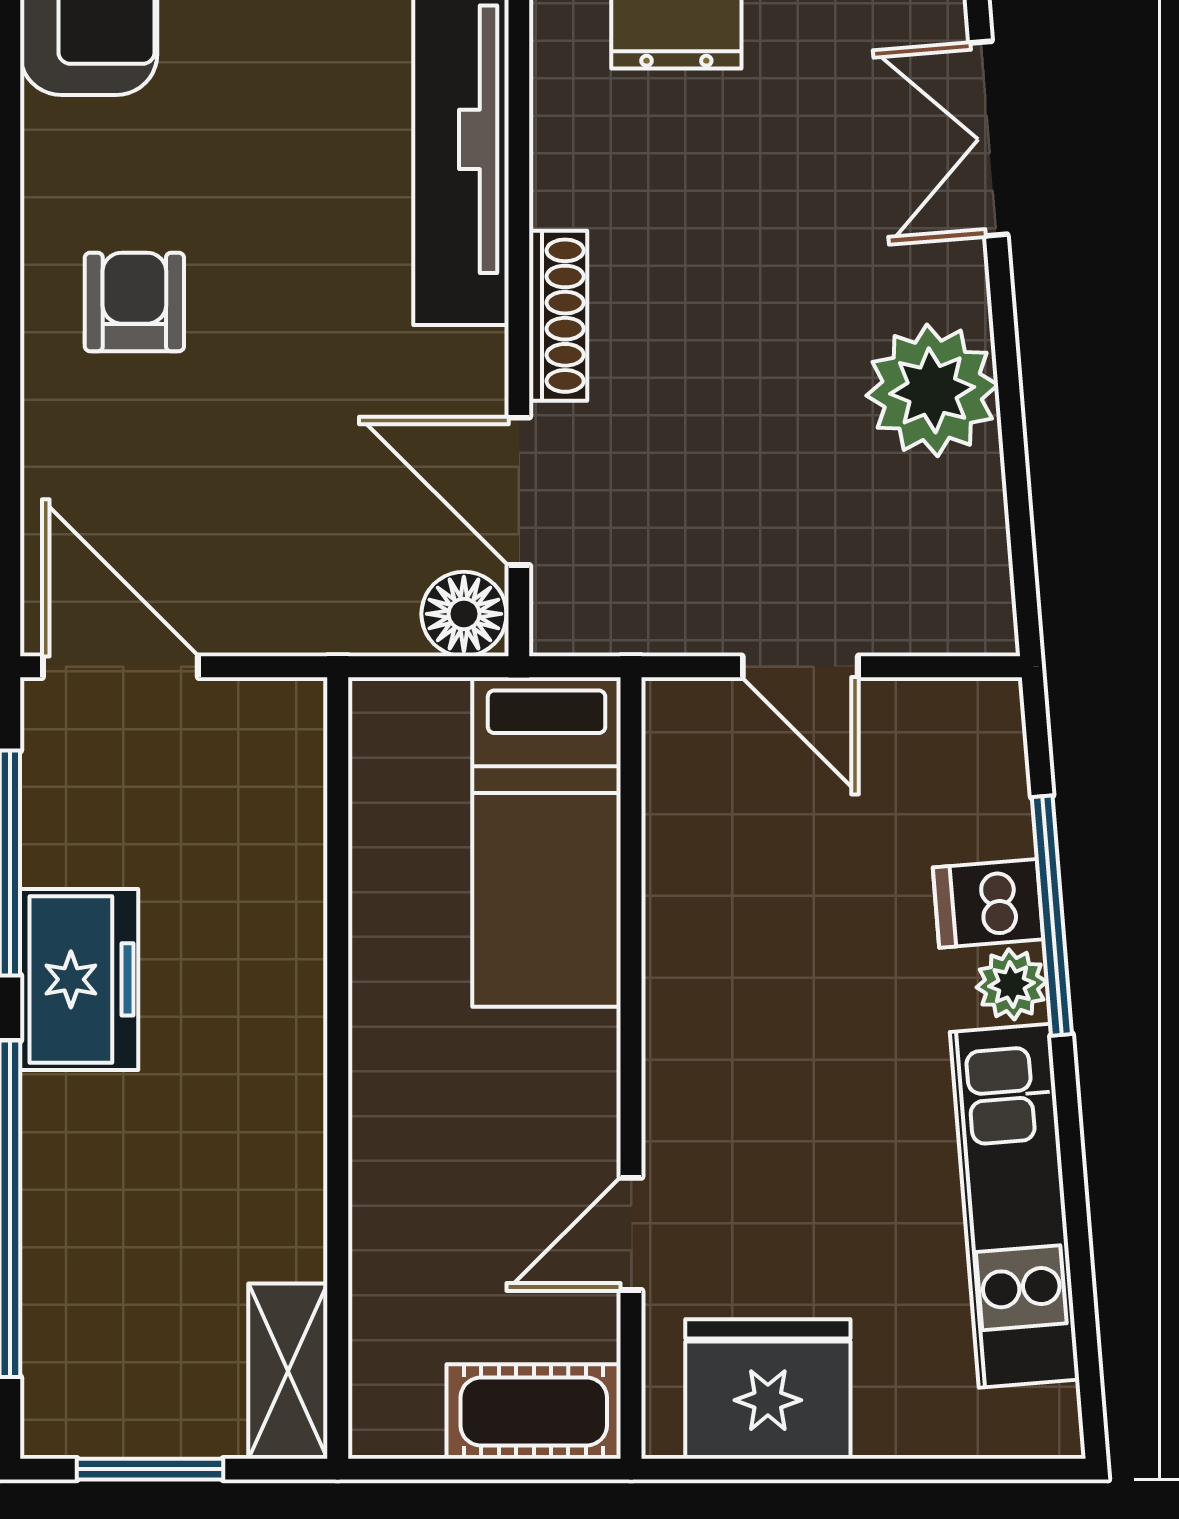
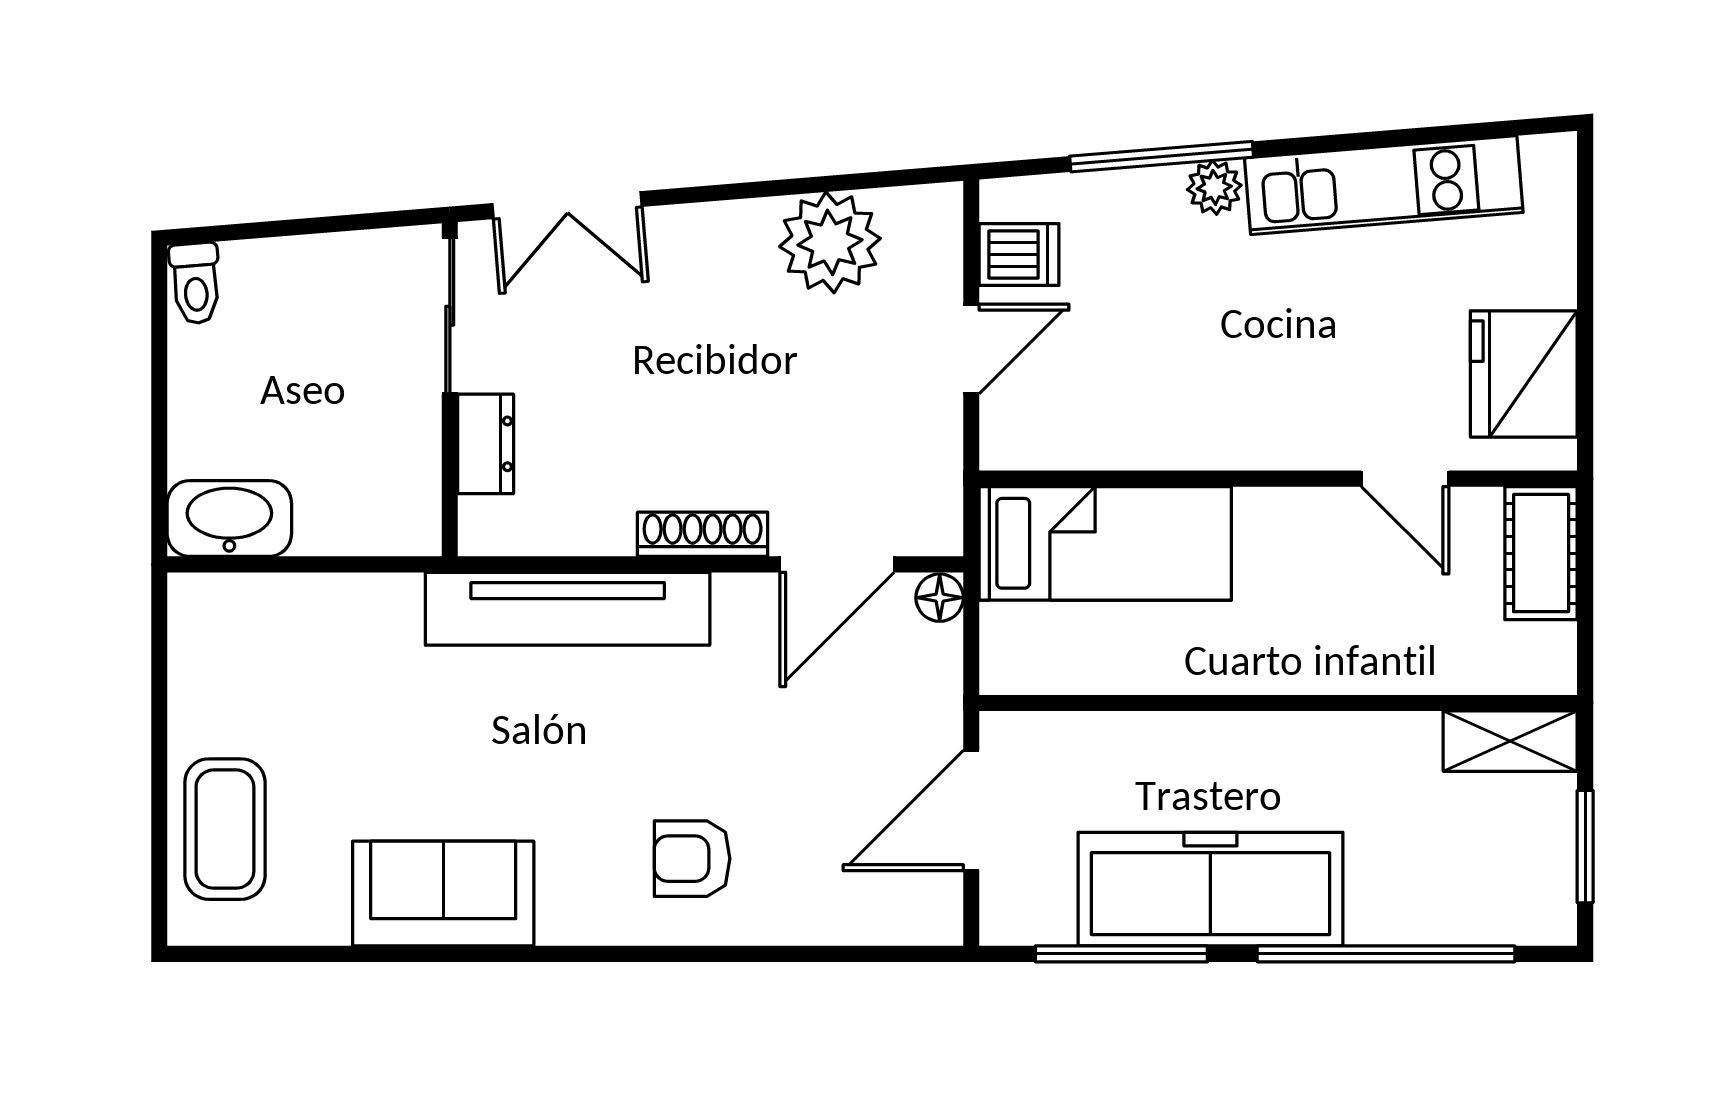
plant: (932, 390) -> (830, 242), moved
floor lamp: (464, 614) -> (940, 598), width x0.73, depth x0.73
door: (120, 667) -> (971, 811), moved
dishwasher: (988, 903) -> (1019, 254), moved, turned -85
freezer: (79, 979) -> (1210, 889), width x1.91, depth x1.26

